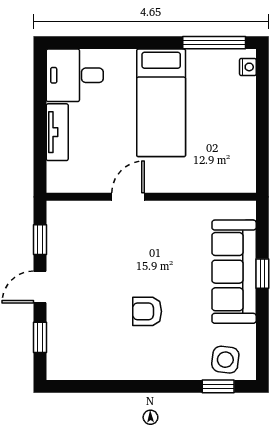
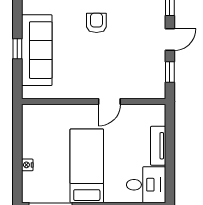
nightstand: (248, 67) -> (27, 165), moved
armchair: (147, 311) -> (96, 23), turned -90

